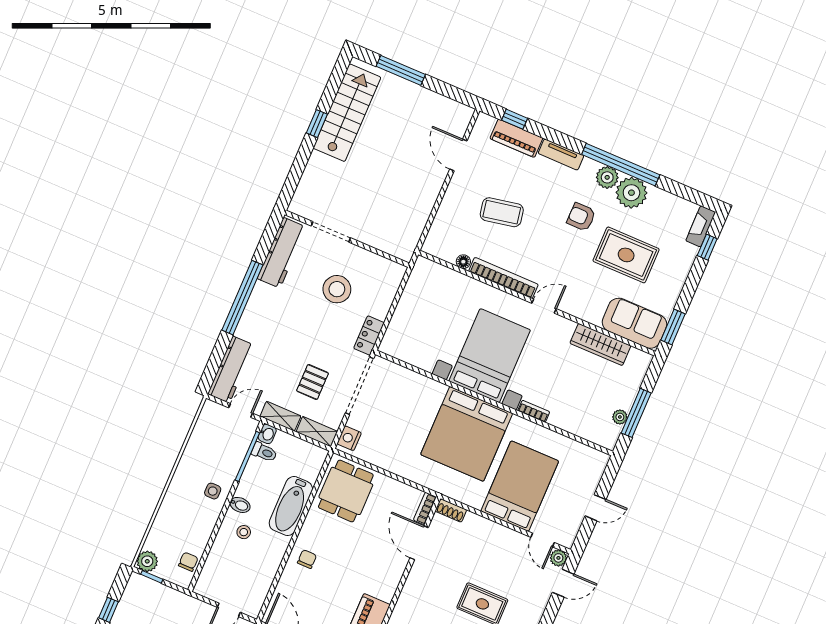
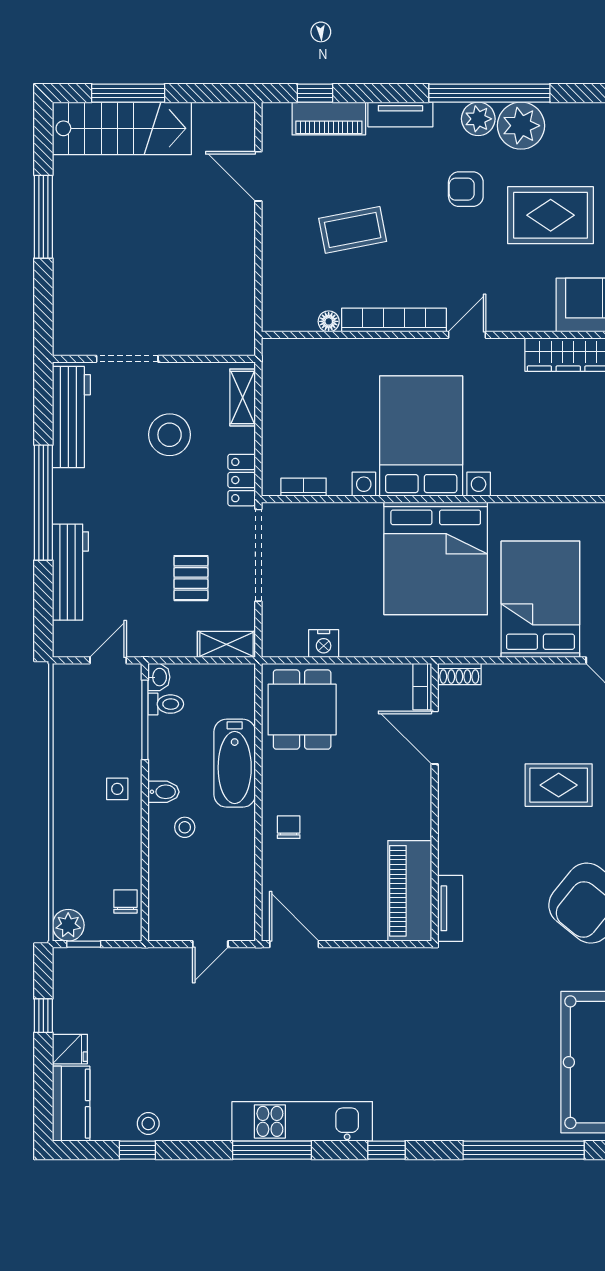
stairs: (347, 113) -> (122, 128), moved, turned 90
window: (317, 124) -> (43, 217), width x2.17
workbench: (231, 370) -> (70, 572), moved
bookcase: (534, 411) -> (304, 487), moved
shelving: (280, 416) -> (243, 397), moved, turned 90
nightstand: (349, 438) -> (324, 644), moved, turned -90

